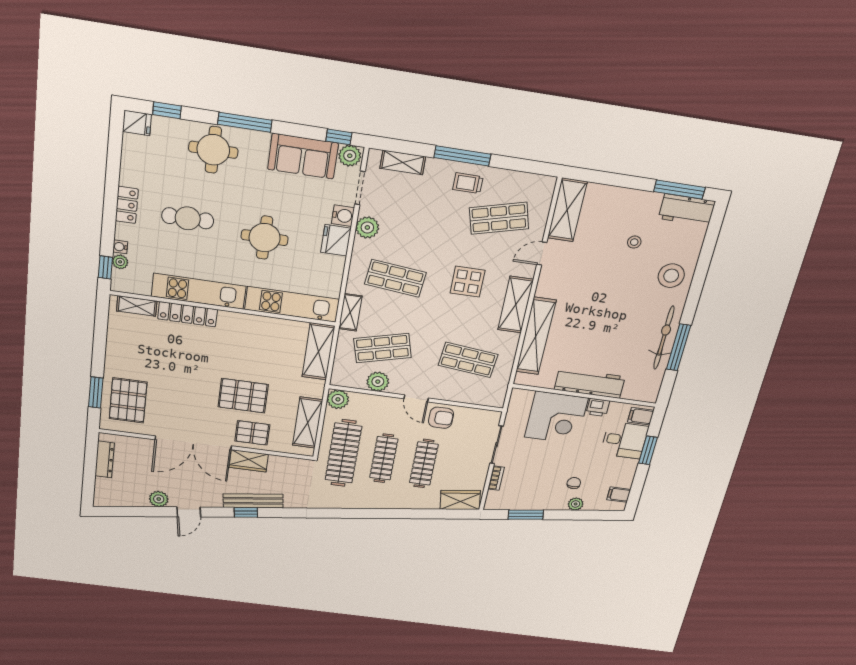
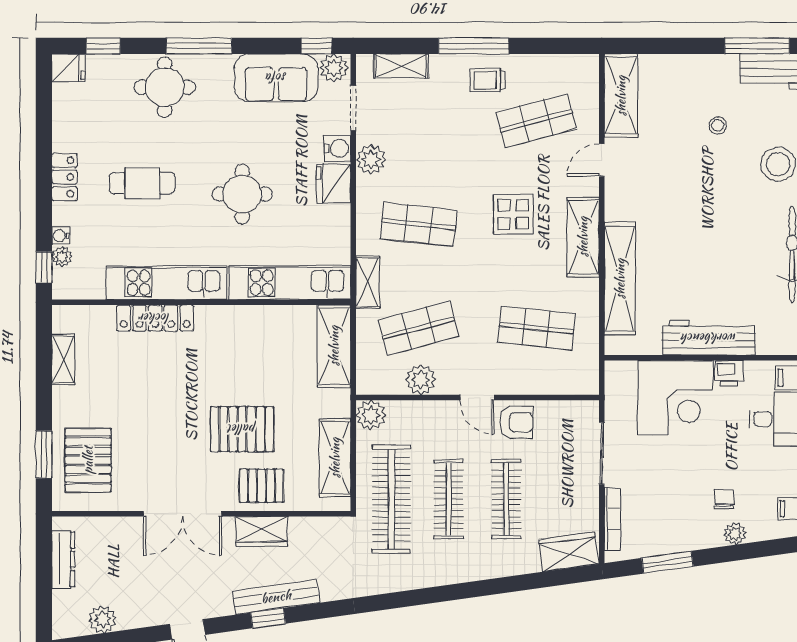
shelving: (137, 306) -> (63, 360), moved, turned 90
double door: (193, 443) -> (182, 514), width x0.73
bookcase: (496, 478) -> (612, 519), width x1.56
plant: (159, 499) -> (102, 619), moved

